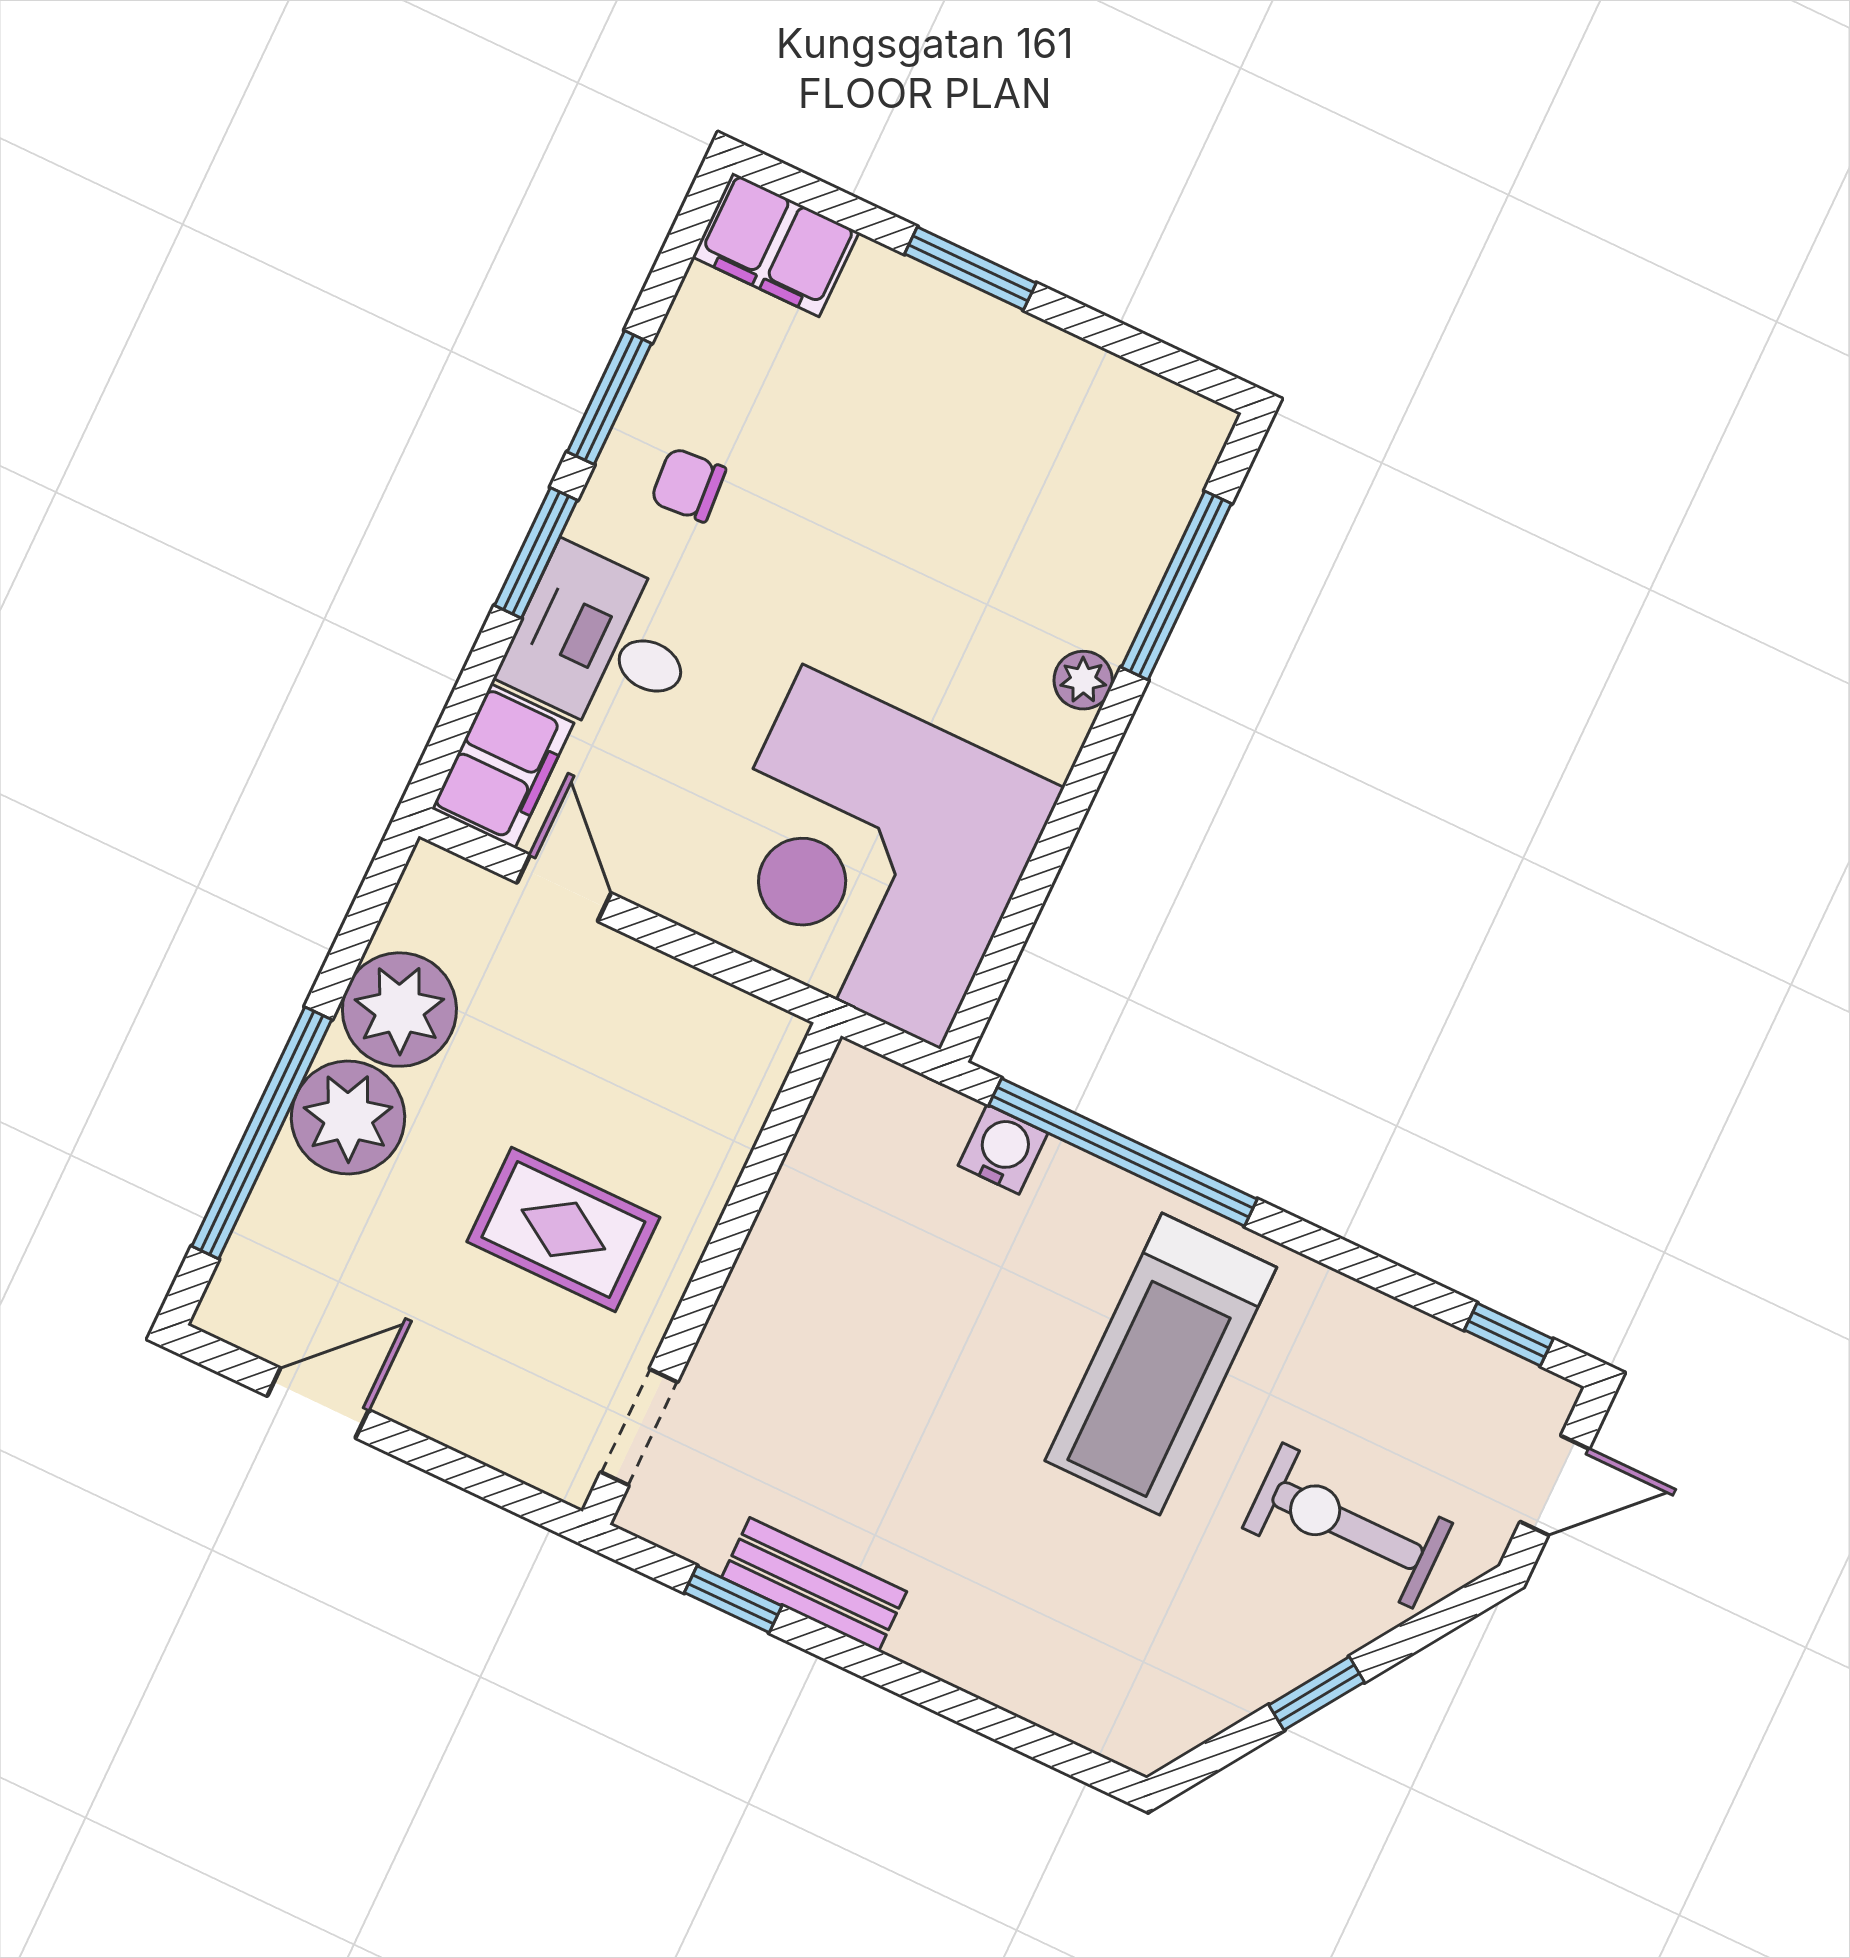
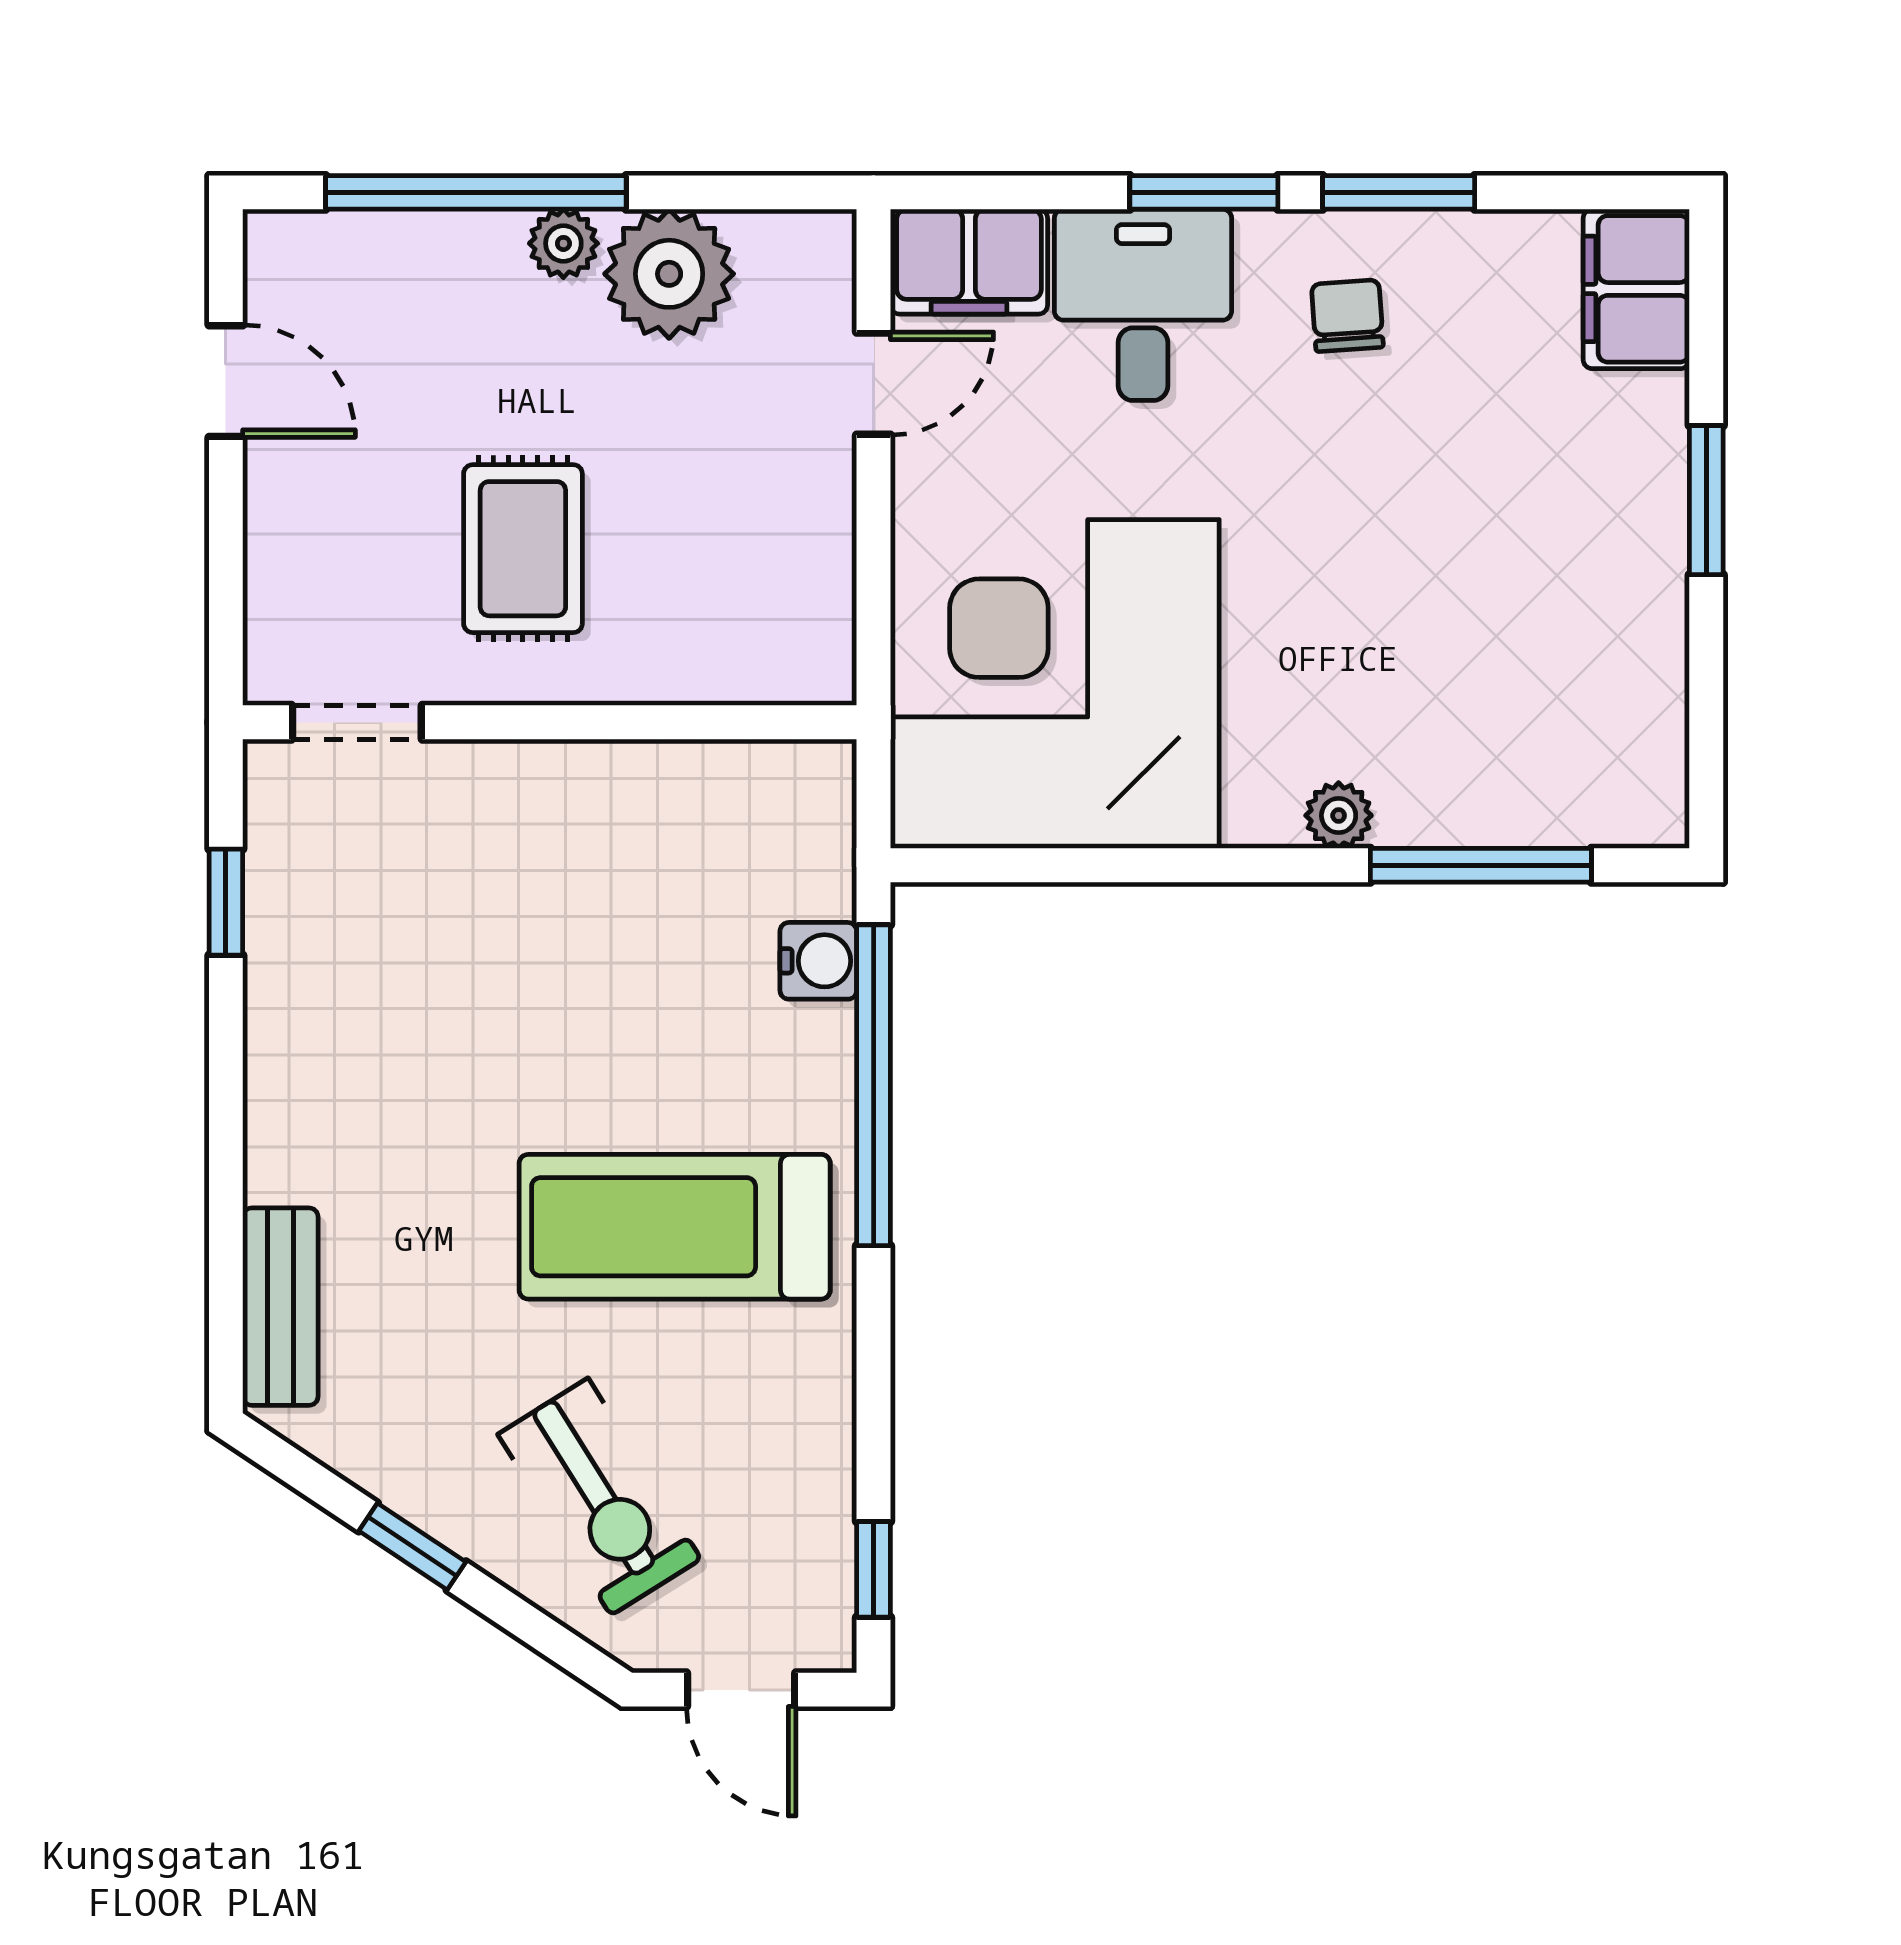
plant: (348, 1117) -> (563, 243), width x0.53, depth x0.53
exercise bike: (1348, 1526) -> (599, 1497), turned 148
bench: (814, 1584) -> (280, 1307), moved

